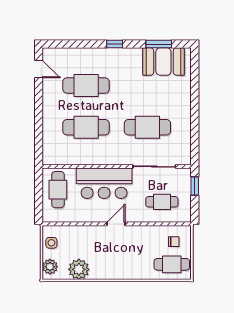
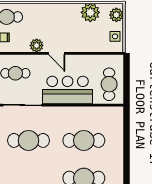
door: (116, 224) -> (57, 53), hinge flipped
plant: (138, 233) -> (37, 45), added

